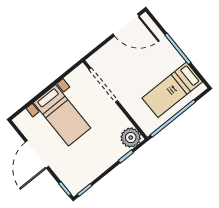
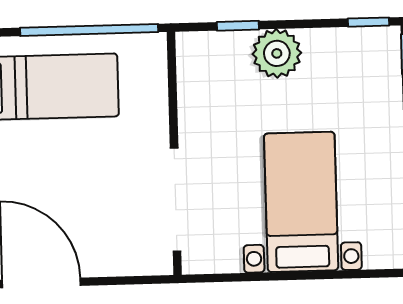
plant: (131, 138) -> (277, 53), moved

